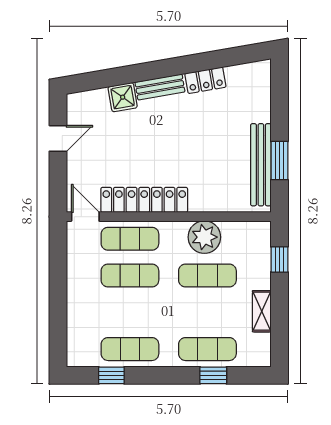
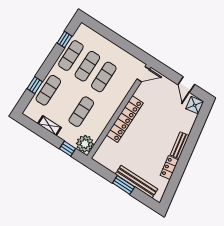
shower: (123, 97) -> (195, 105), moved
window: (279, 161) -> (124, 185), moved
bench: (261, 165) -> (137, 182), moved
locker: (144, 200) -> (125, 119), moved
plant: (204, 237) -> (85, 144), moved
exercise mat: (130, 239) -> (87, 66), moved

